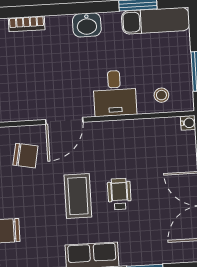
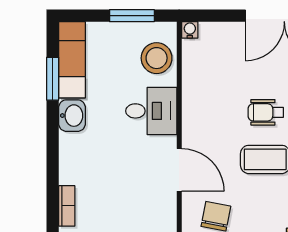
washbasin: (87, 25) -> (72, 116), moved
stool: (161, 95) -> (157, 58), width x1.89, depth x1.89

